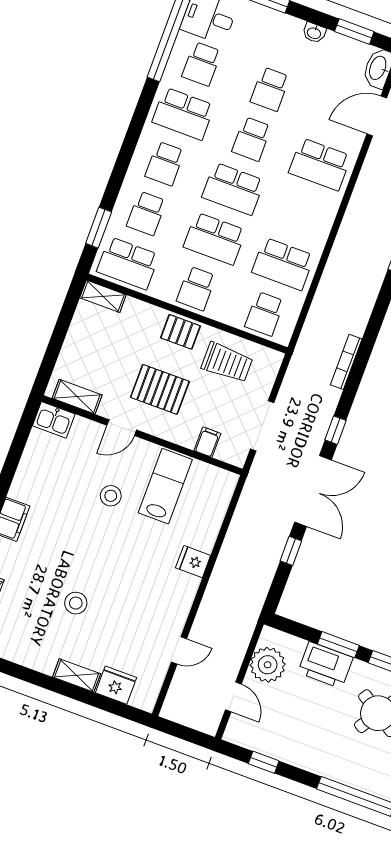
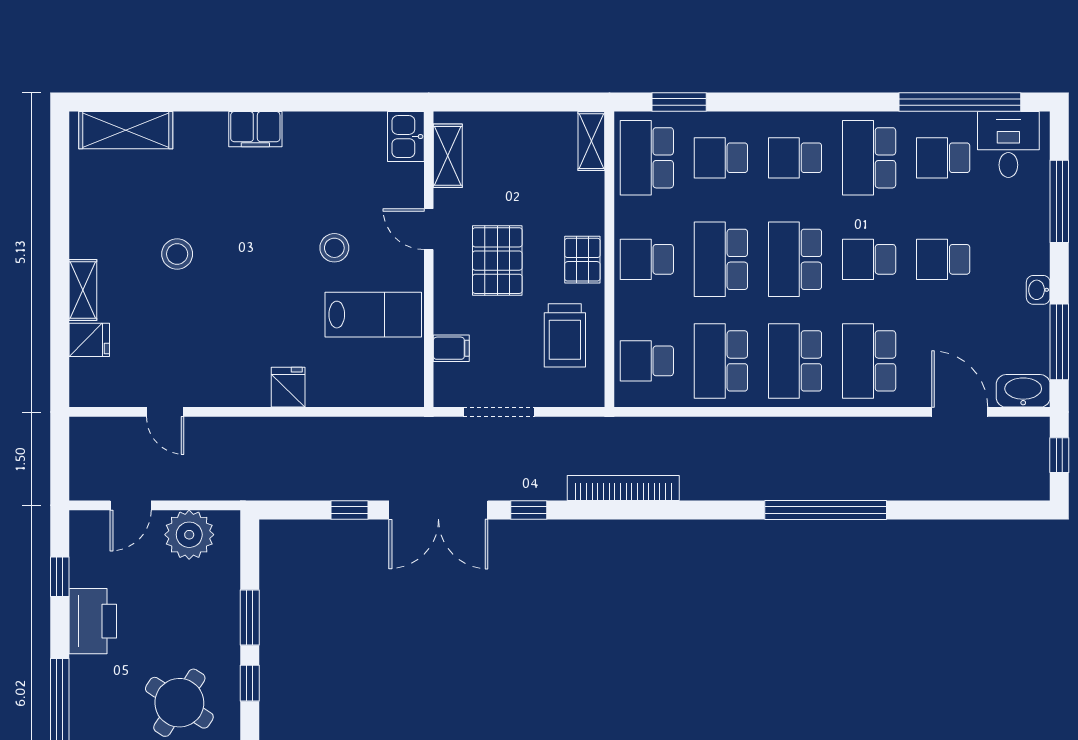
window: (354, 32) -> (1059, 342), width x1.44
school desk: (301, 214) -> (795, 361), added
bookcase: (346, 362) -> (623, 488), width x1.48, depth x1.31
printer: (325, 665) -> (93, 621), moved, turned 180
fridge: (116, 685) -> (89, 340), width x0.72

